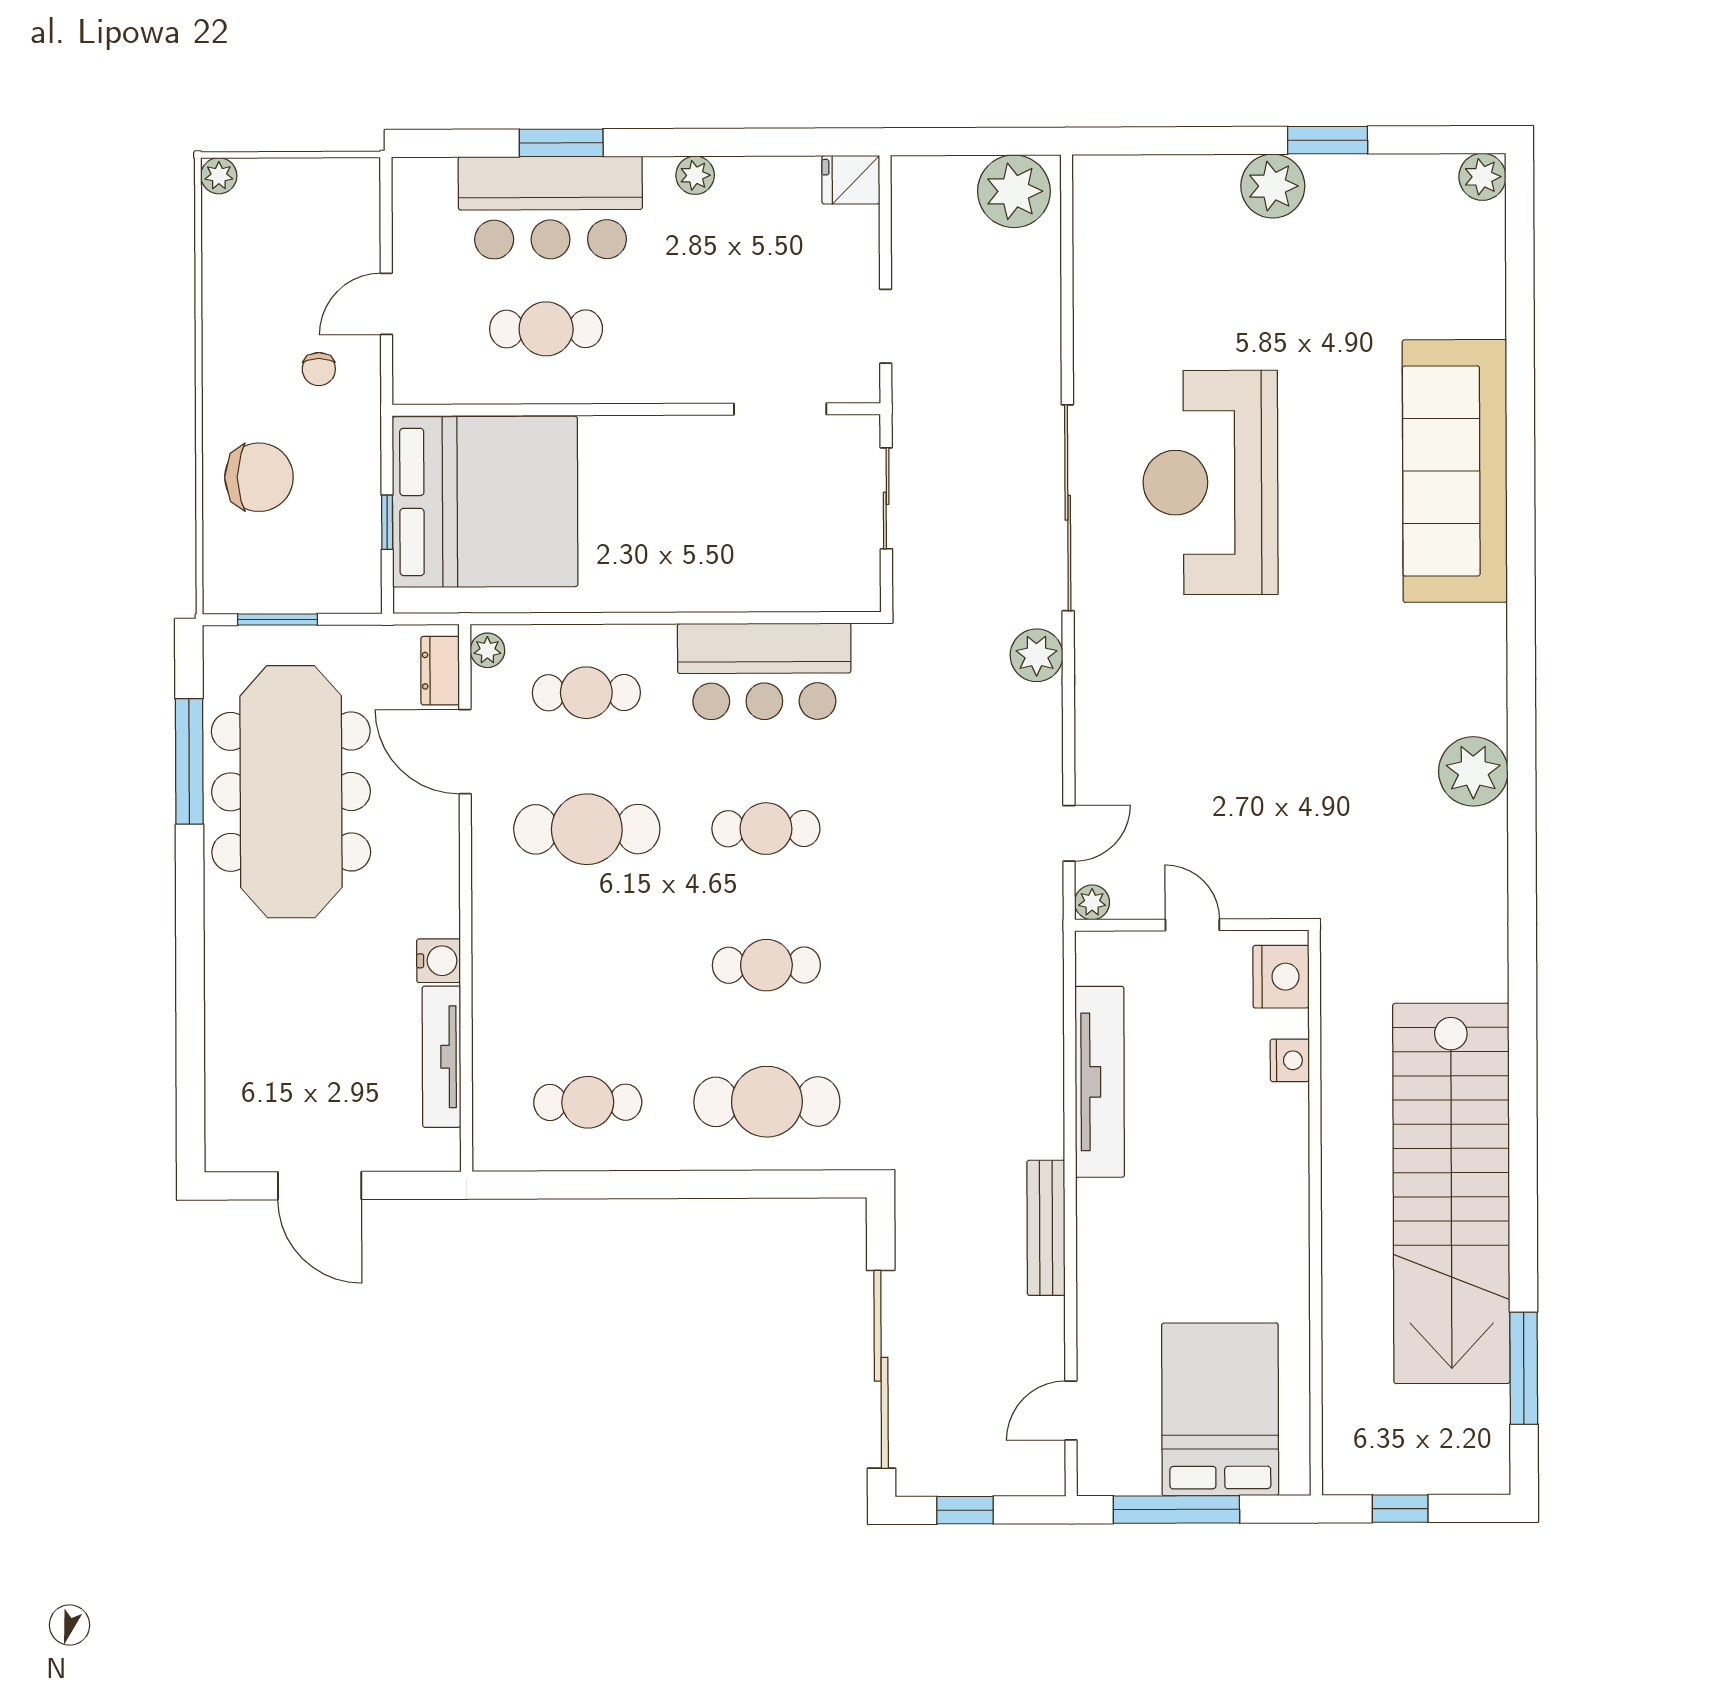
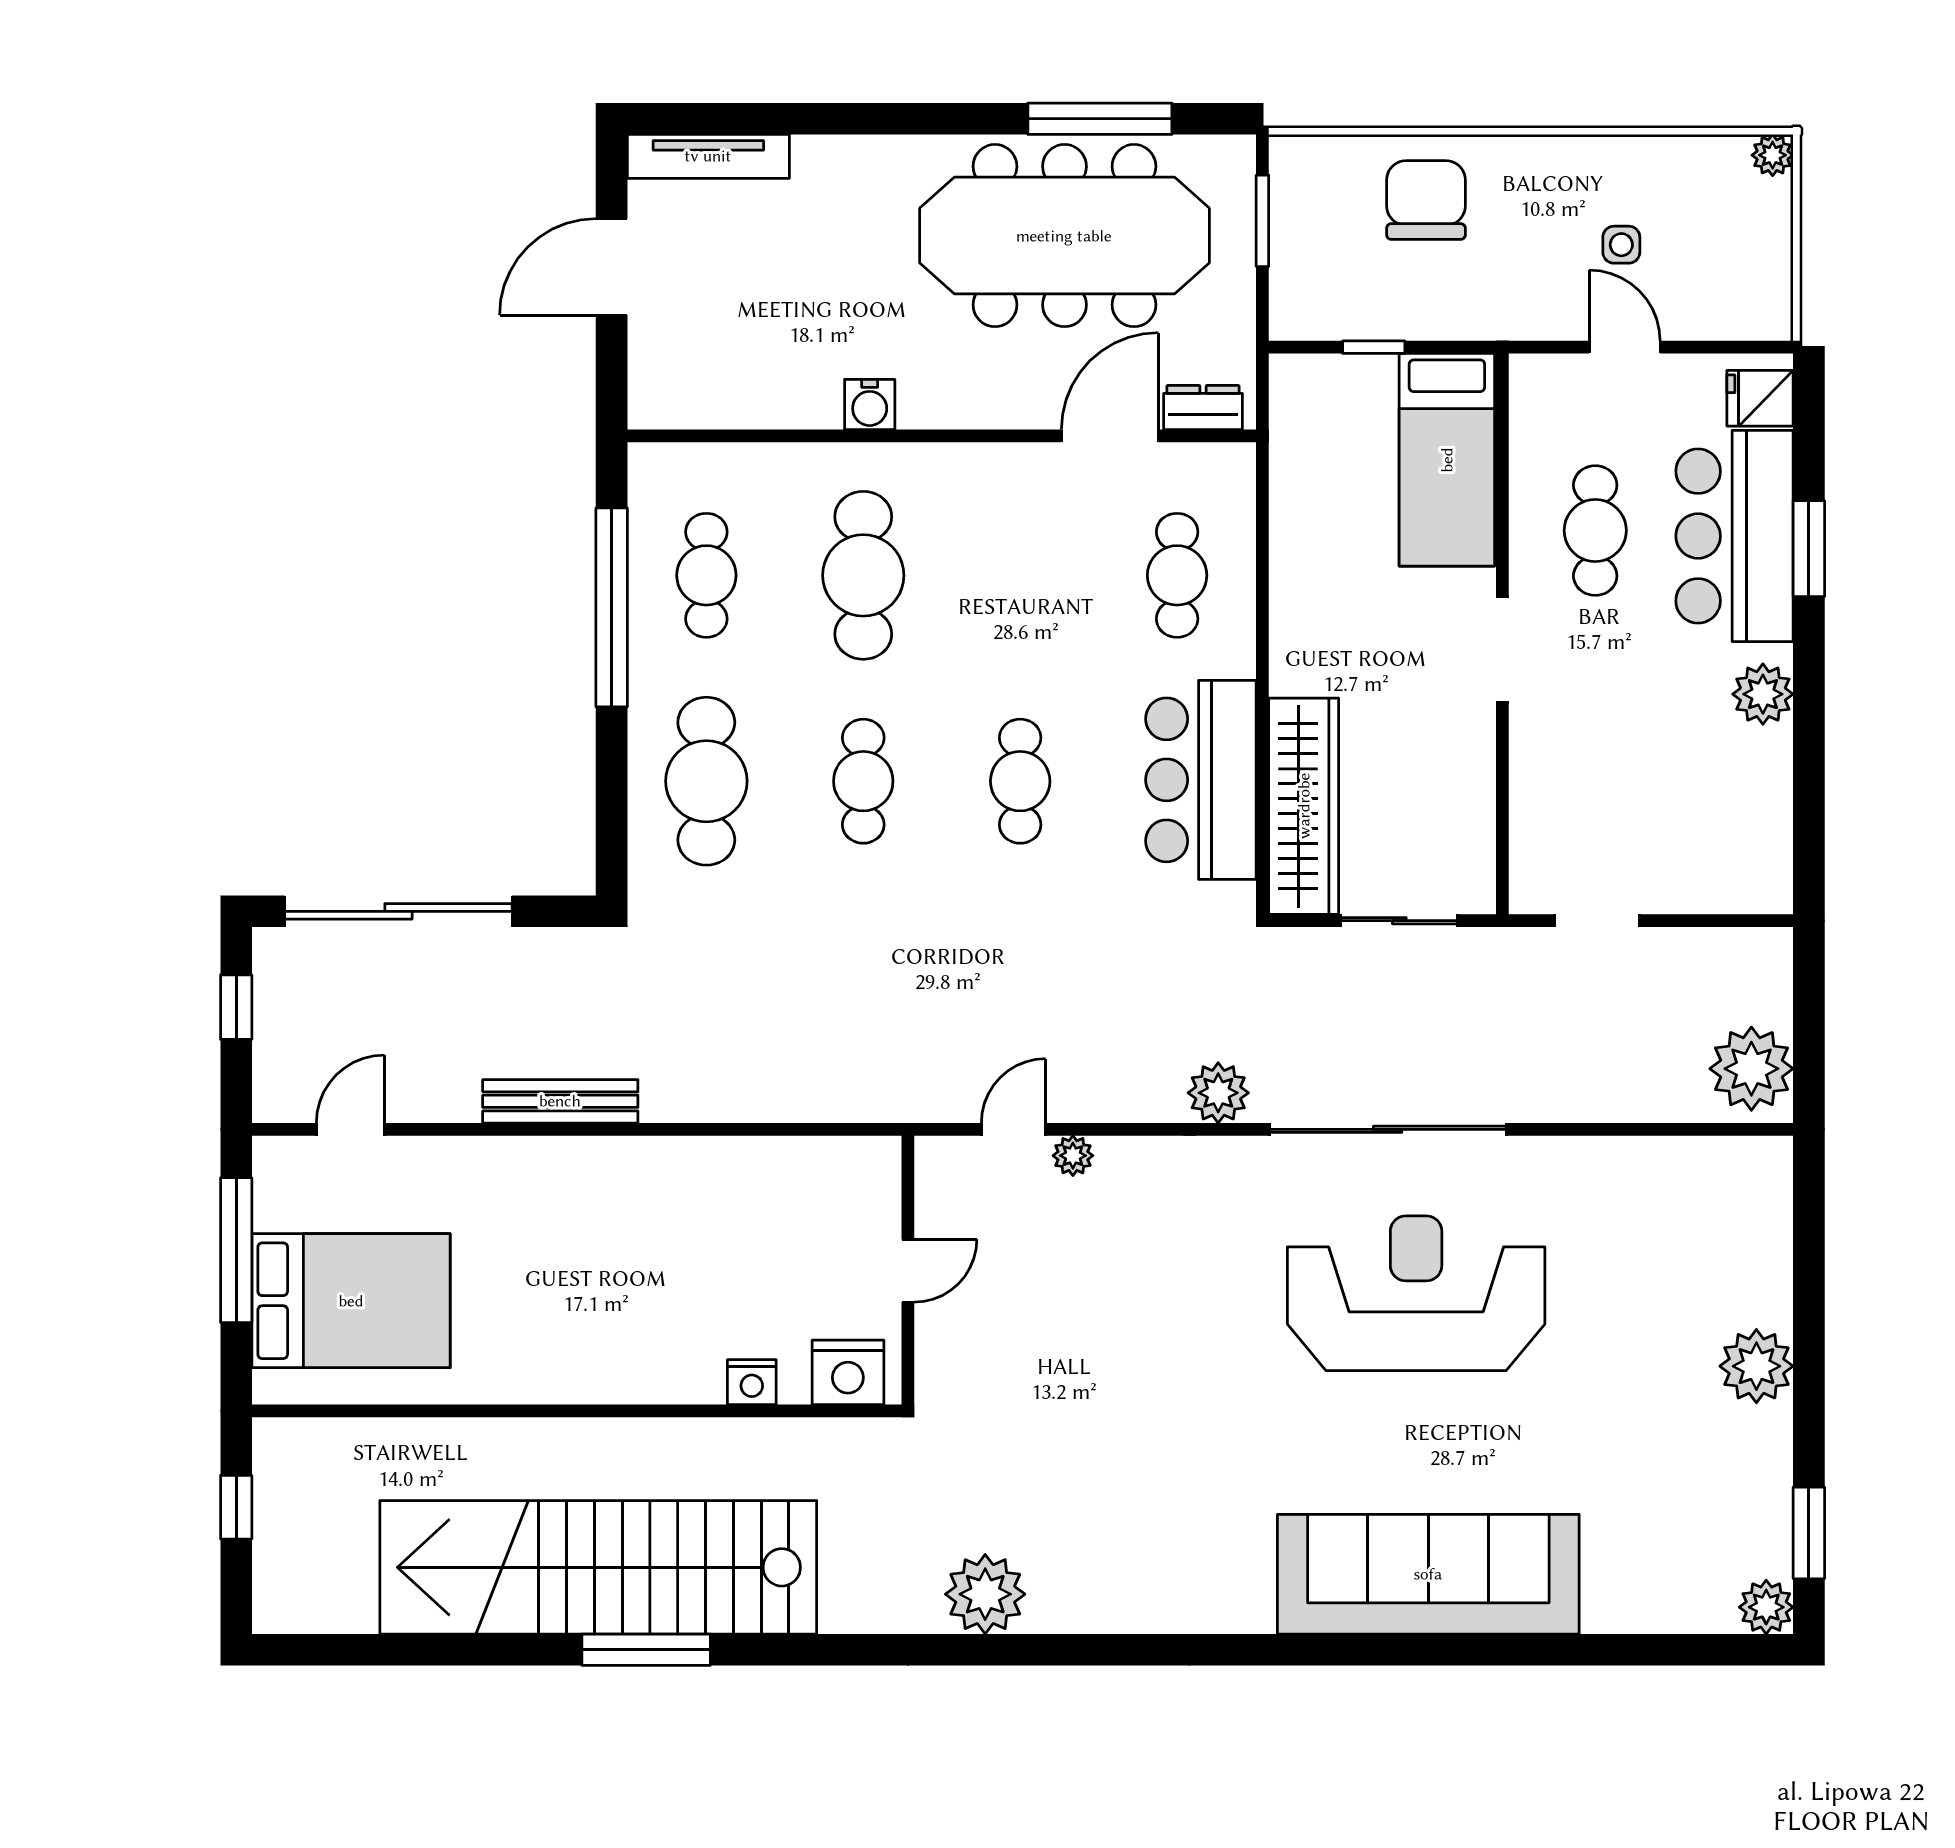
window: (1328, 140) -> (1809, 1533), moved
plant: (695, 175) -> (1763, 694), width x1.38, depth x1.38
fridge: (851, 180) -> (1760, 398), moved, turned -90
side table: (297, 307) -> (1621, 245), added
chair: (319, 369) -> (1550, 269), removed
doorway: (780, 409) -> (1502, 649), moved
chair: (259, 477) -> (1426, 200), turned 180
bed: (485, 502) -> (1447, 460), width x0.49
wardrobe: (787, 582) -> (1304, 806), added
plant: (487, 650) -> (1226, 462), removed
plant: (1473, 771) -> (985, 1594), moved
cafe table: (587, 829) -> (863, 575), moved
door: (1069, 833) -> (1014, 1129), swing flipped
plant: (1092, 902) -> (1073, 1156), moved
tv unit: (442, 1057) -> (708, 156), moved, turned 180
tv unit: (1100, 1082) -> (728, 1164), removed
window: (616, 1185) -> (612, 607), added
window: (1524, 1368) -> (646, 1650), moved
door: (1071, 1410) -> (350, 1129), hinge flipped

